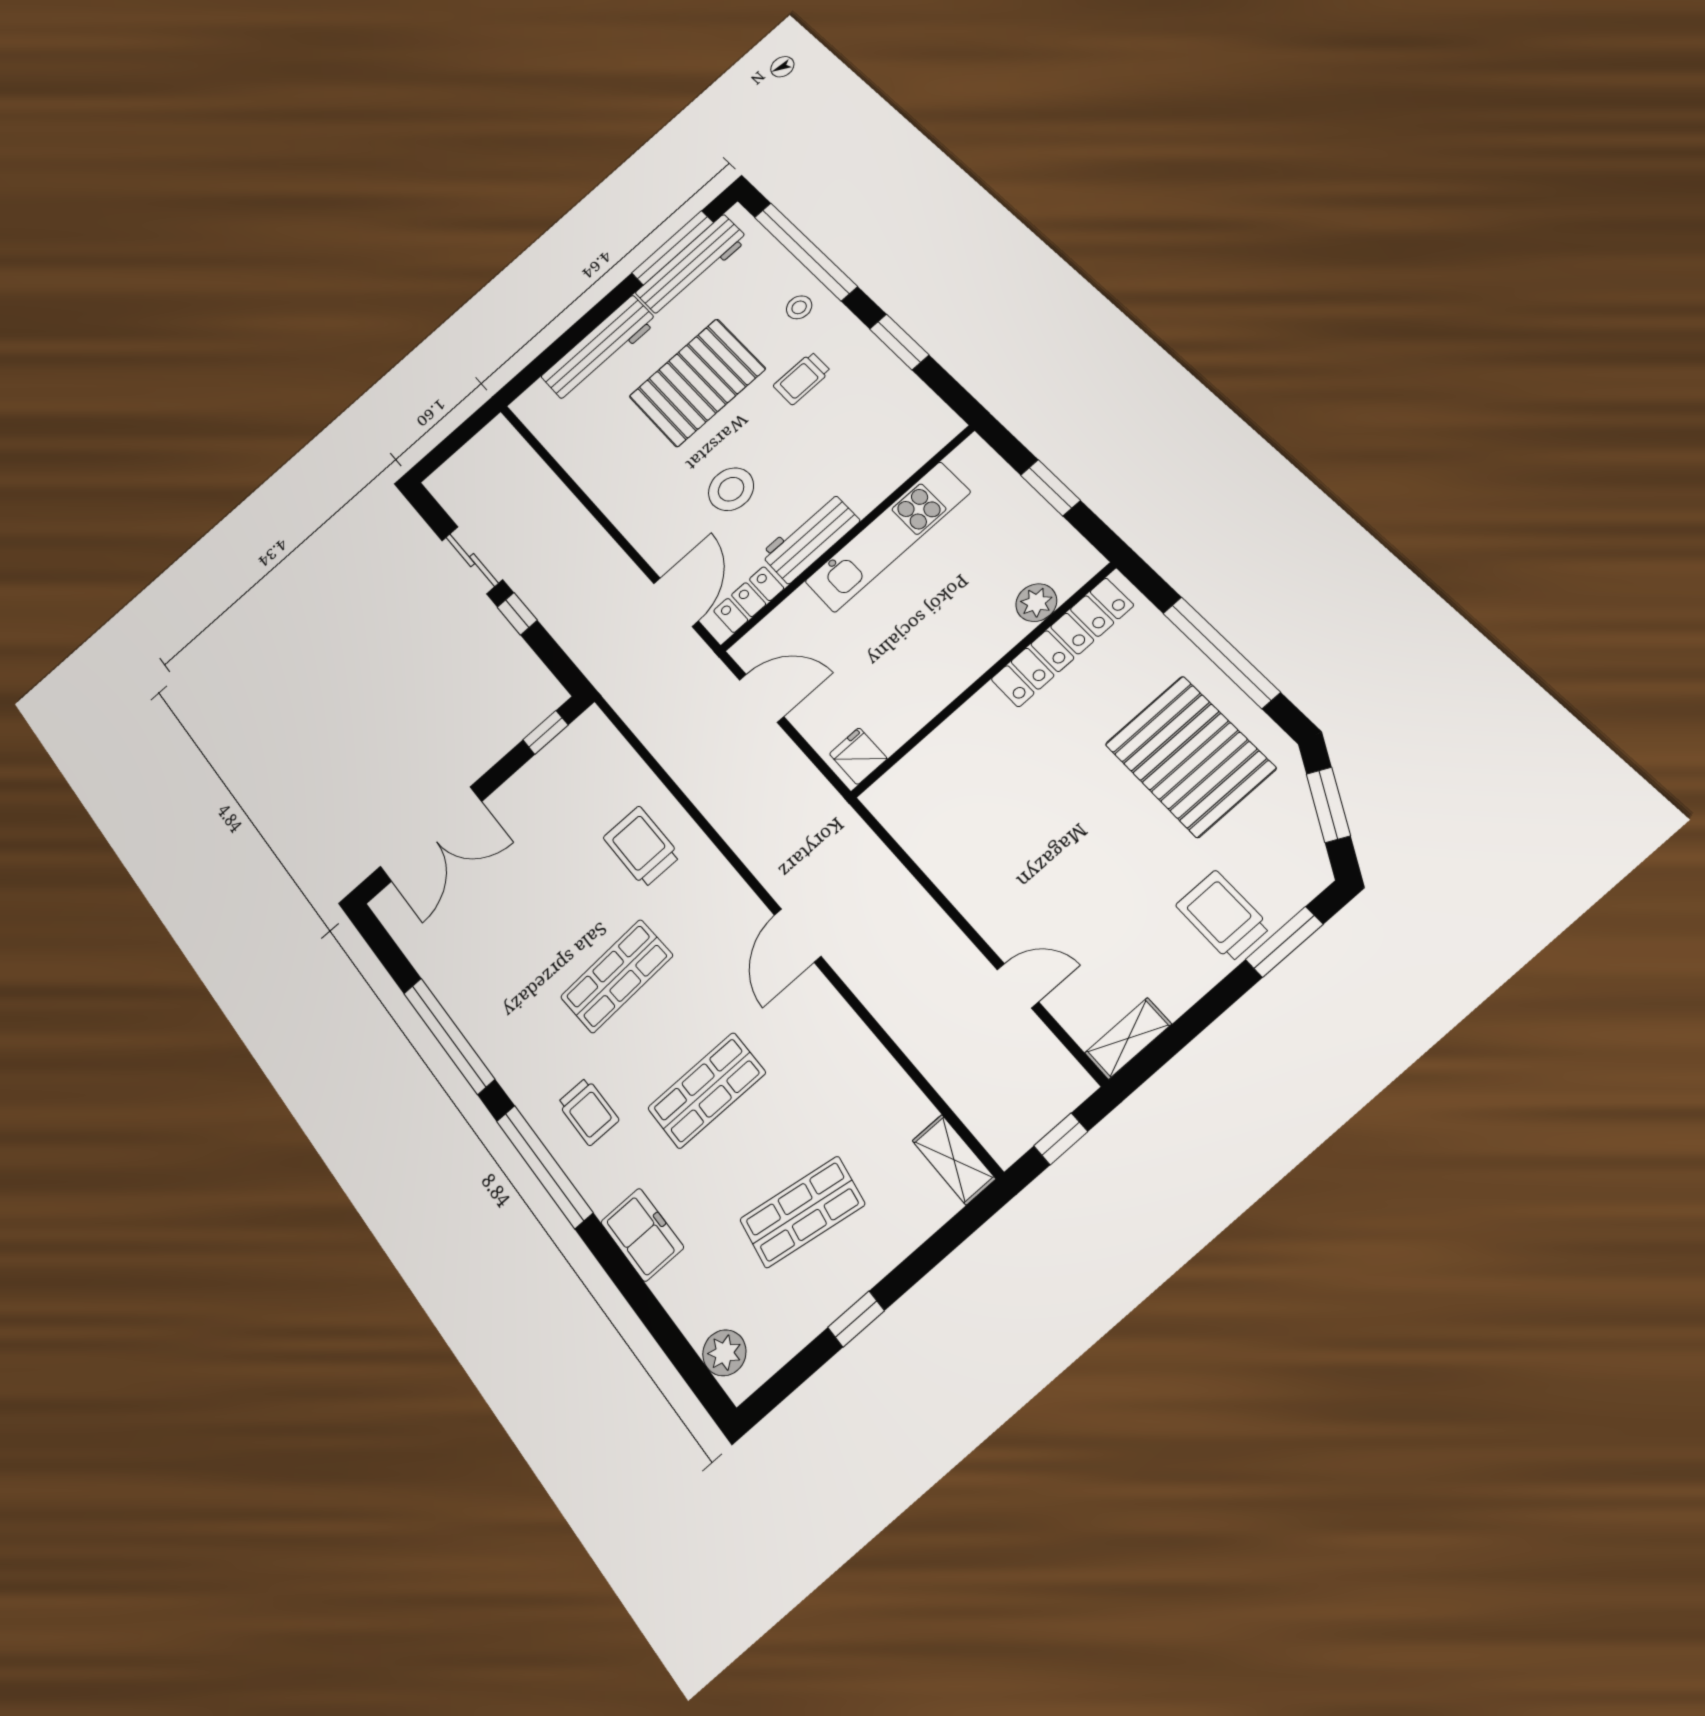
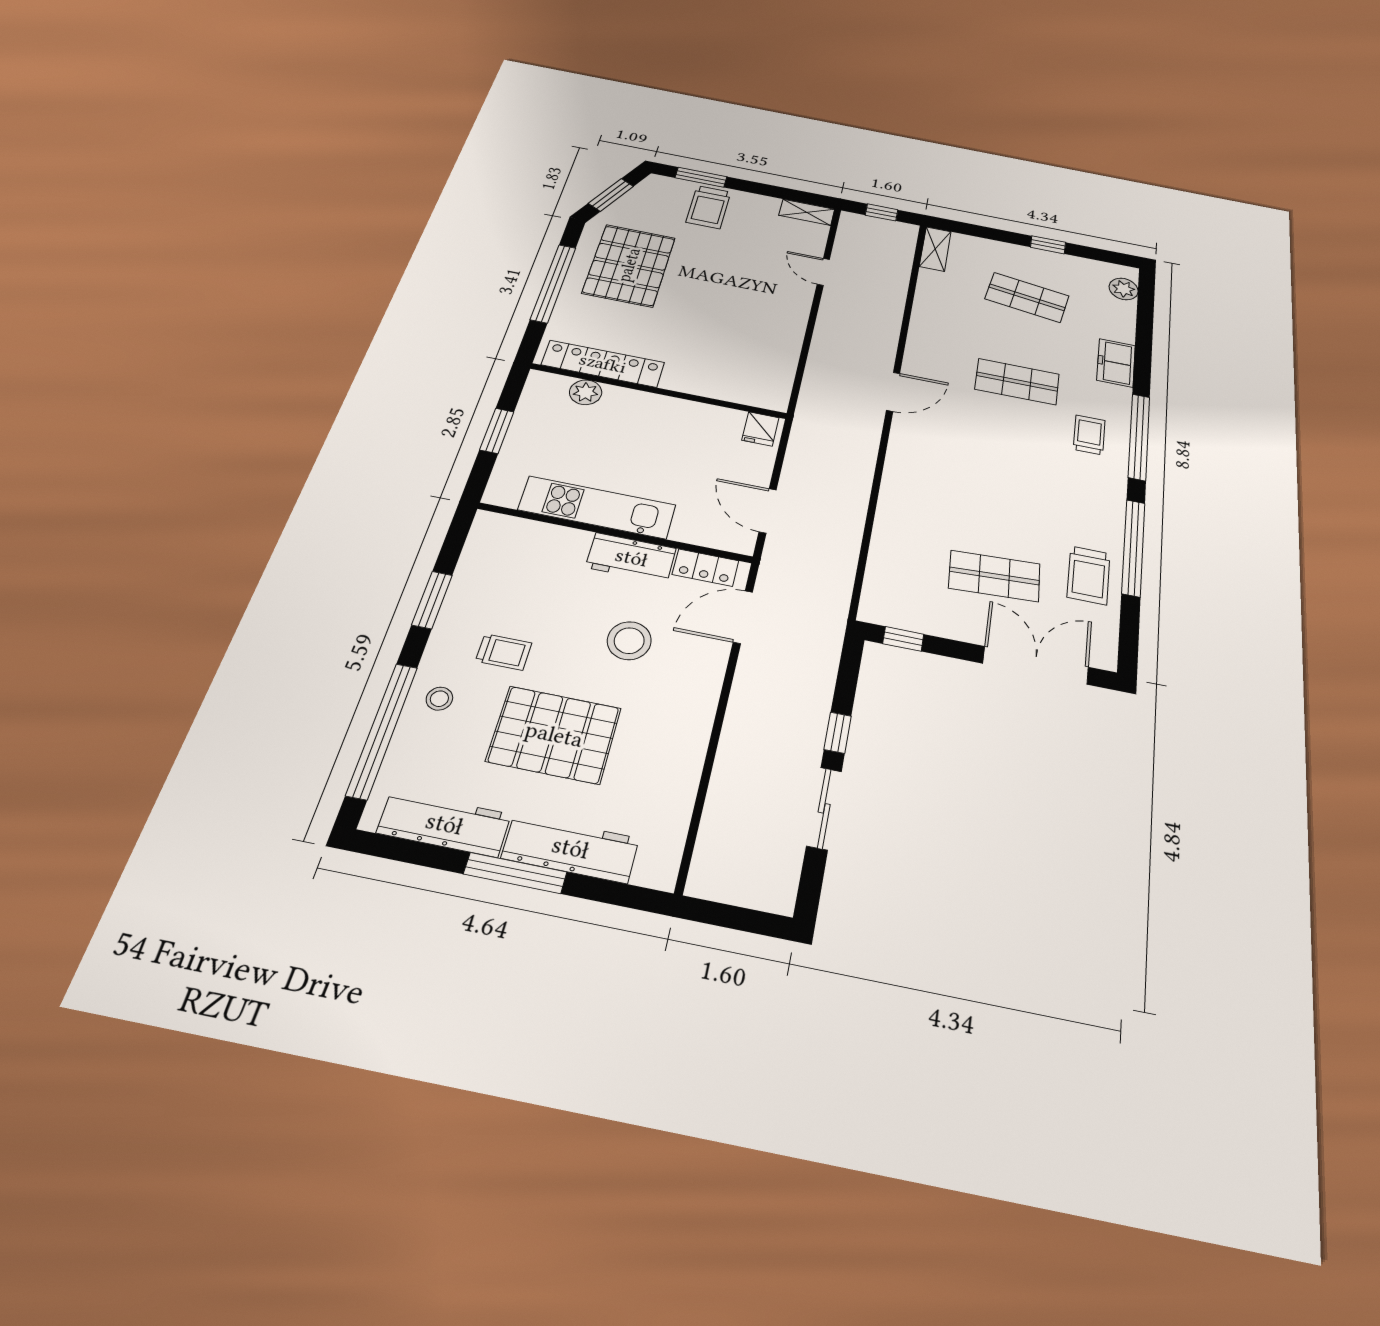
window: (672, 248) -> (515, 873), moved
trolley: (642, 847) -> (1089, 575), moved
shop shelf: (617, 976) -> (994, 576), moved

